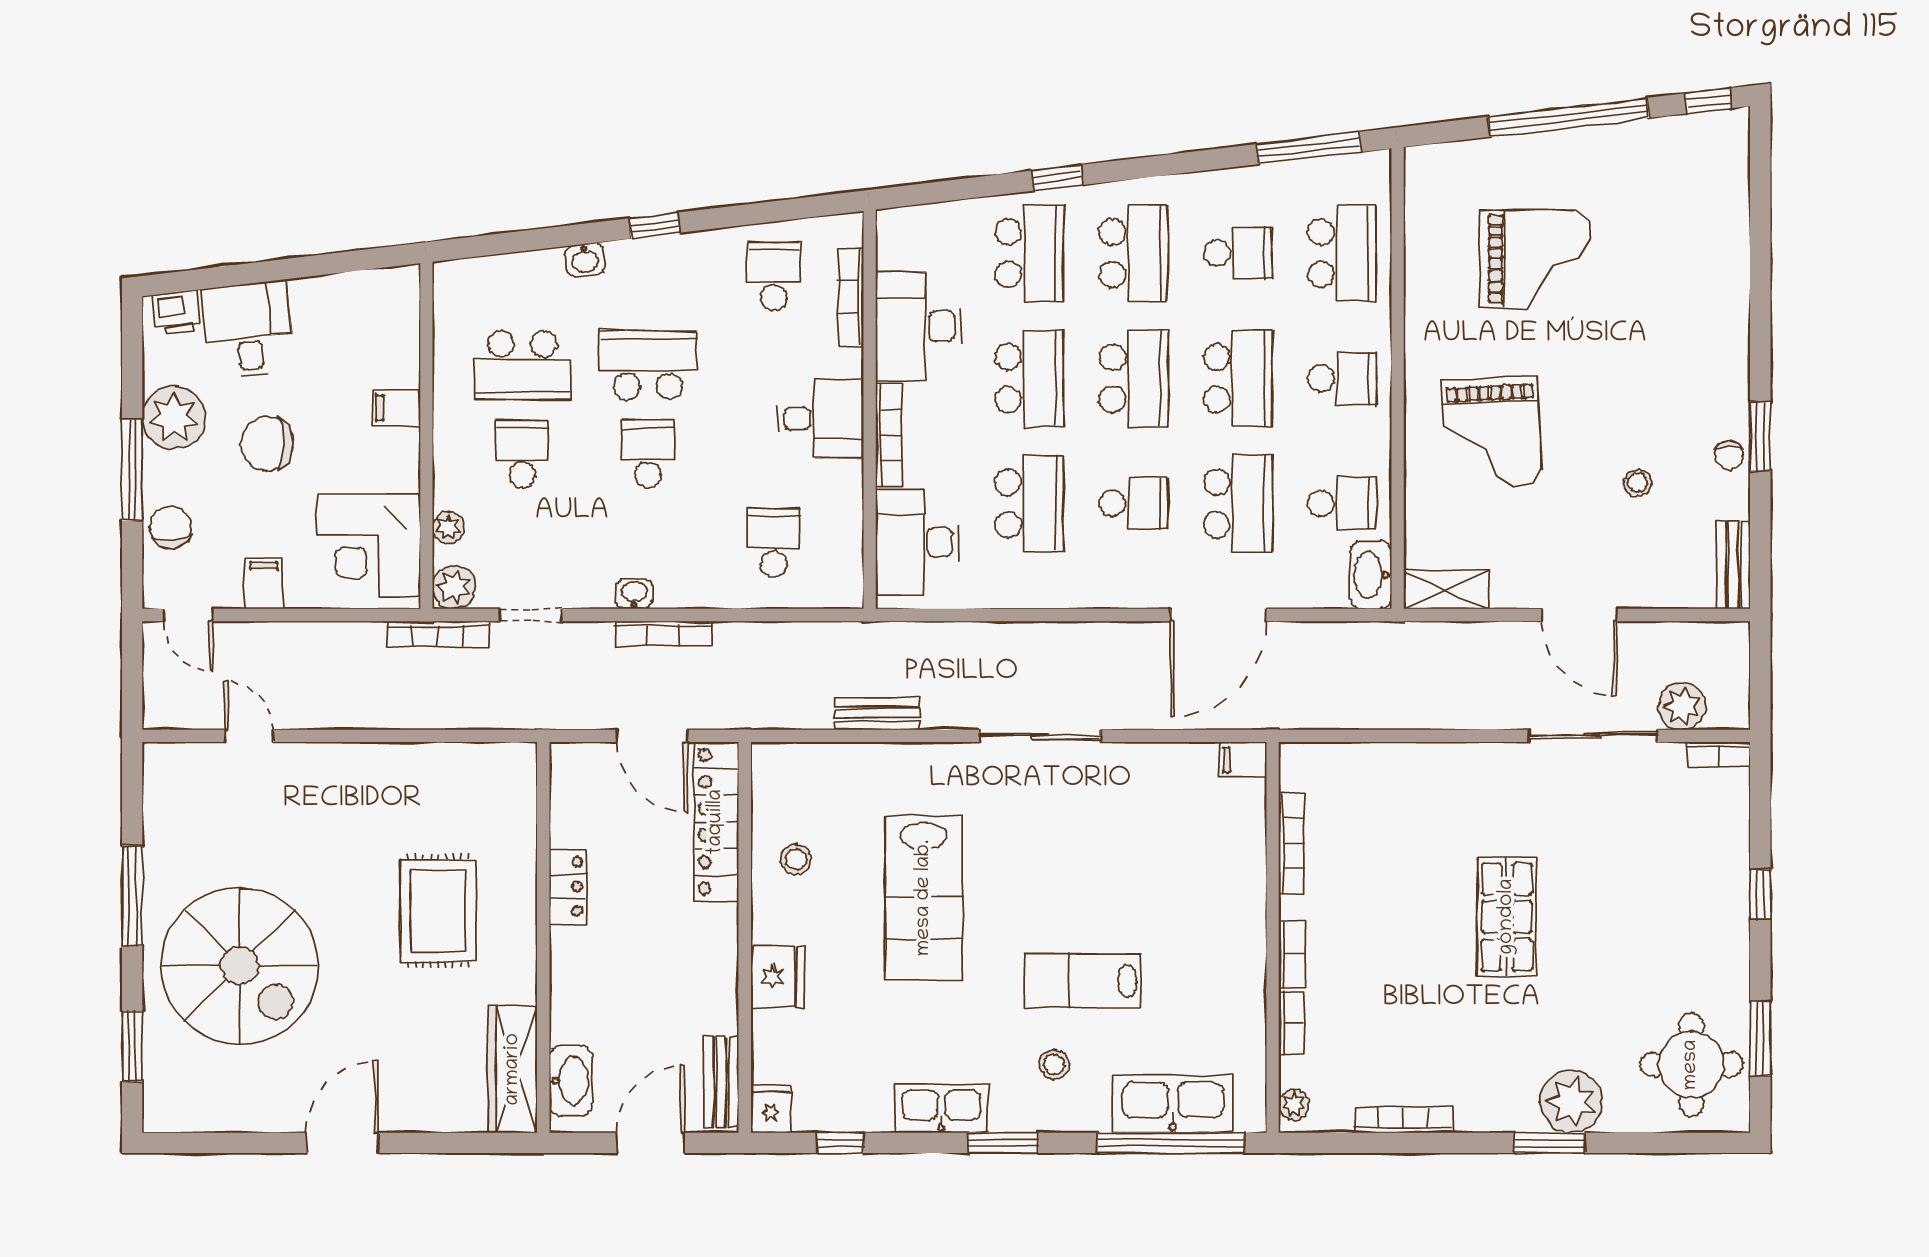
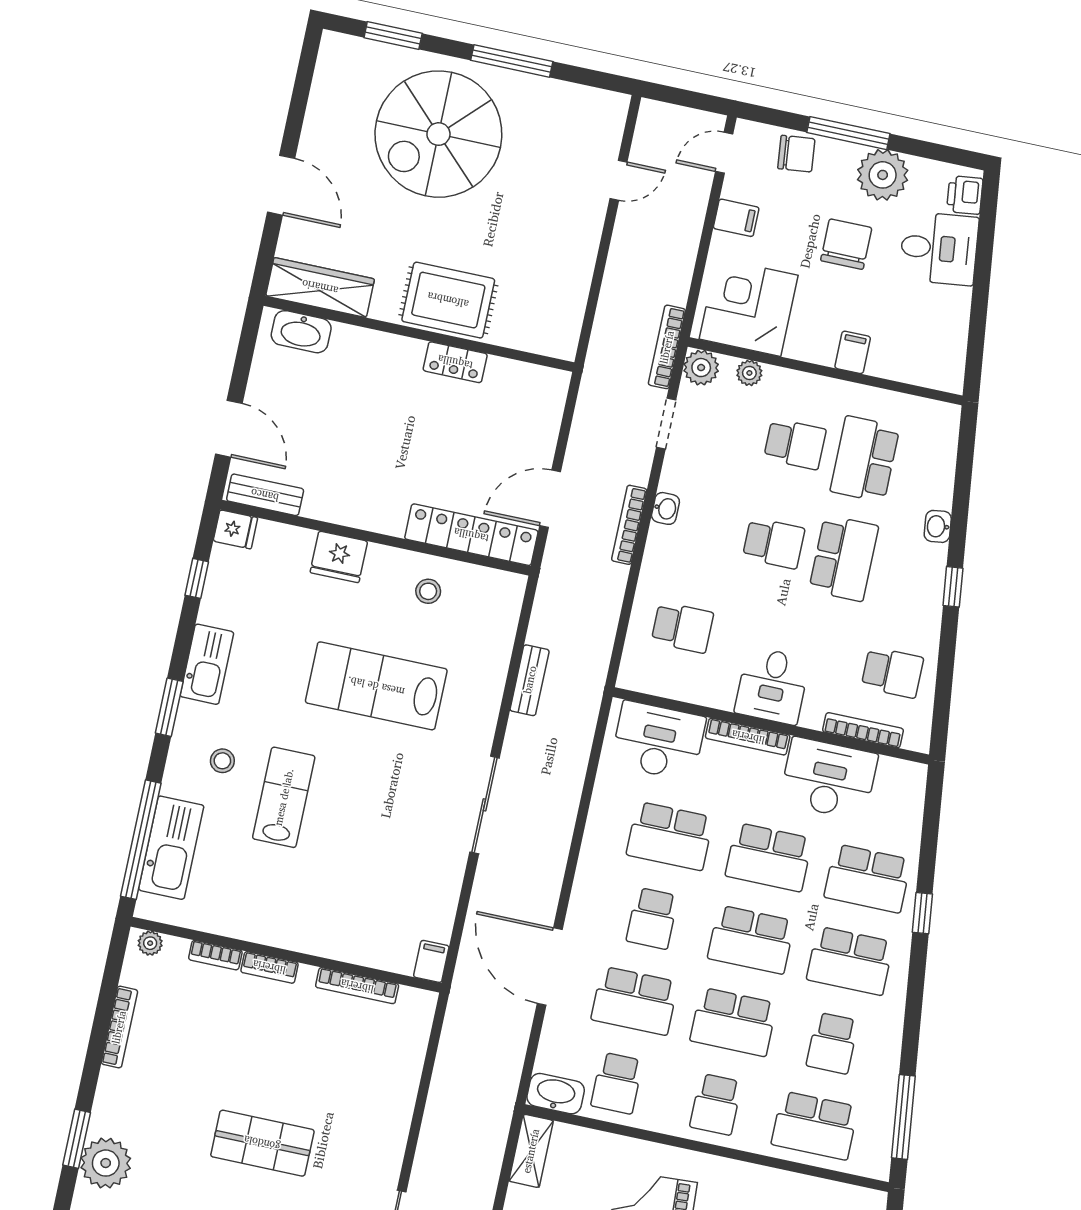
locker: (568, 886) -> (455, 362), moved
wall: (543, 937) -> (419, 334), moved
wardrobe: (513, 1069) -> (320, 287), moved
washbasin: (571, 1081) -> (301, 332), moved

